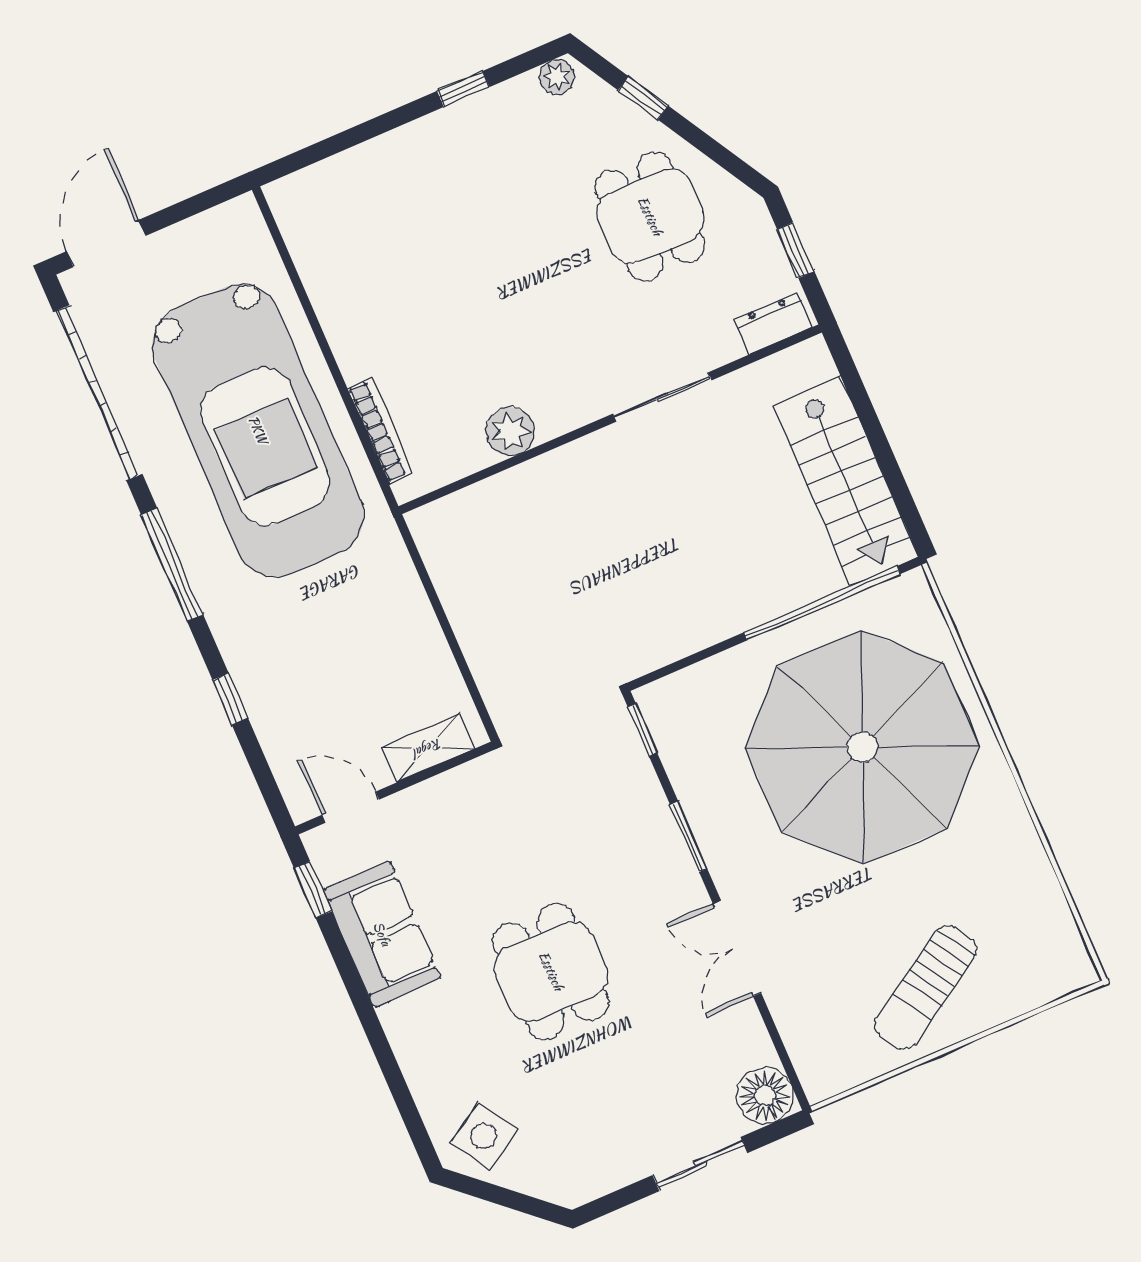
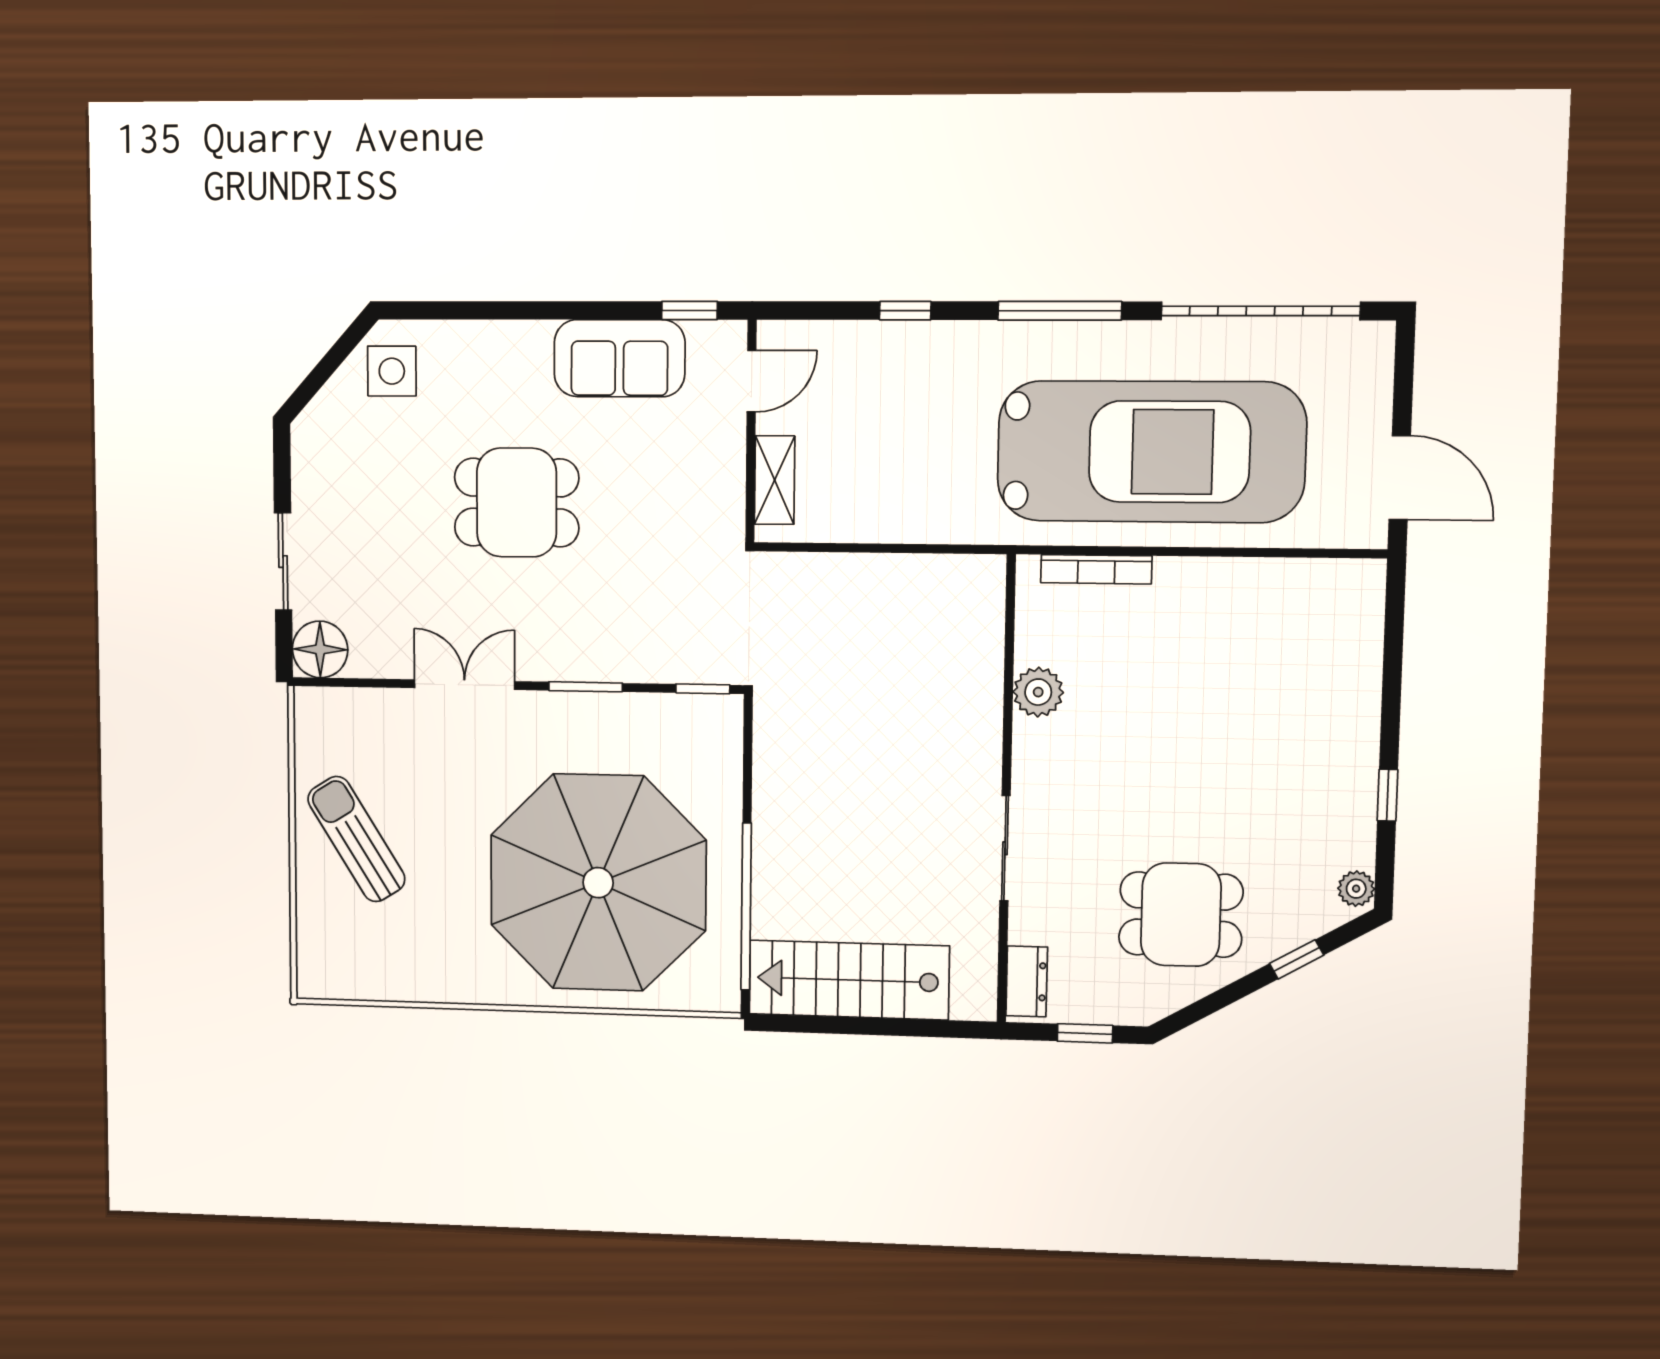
door: (106, 243) -> (1400, 478), moved
car: (258, 430) -> (1151, 452), turned 180
side table: (484, 1136) -> (392, 371), turned 31

